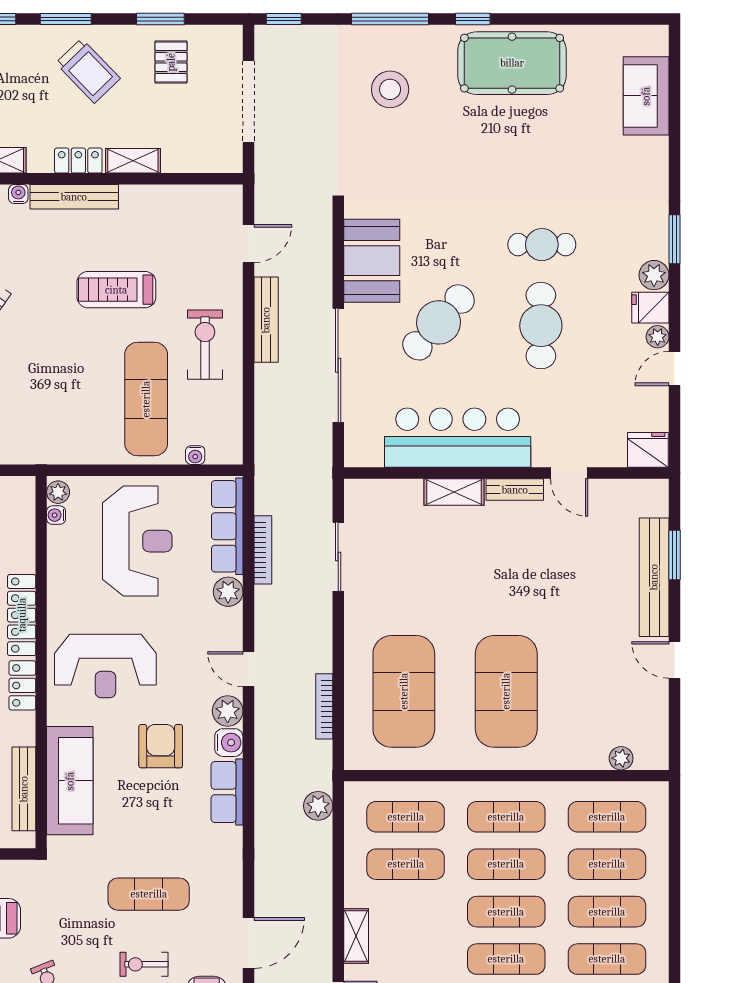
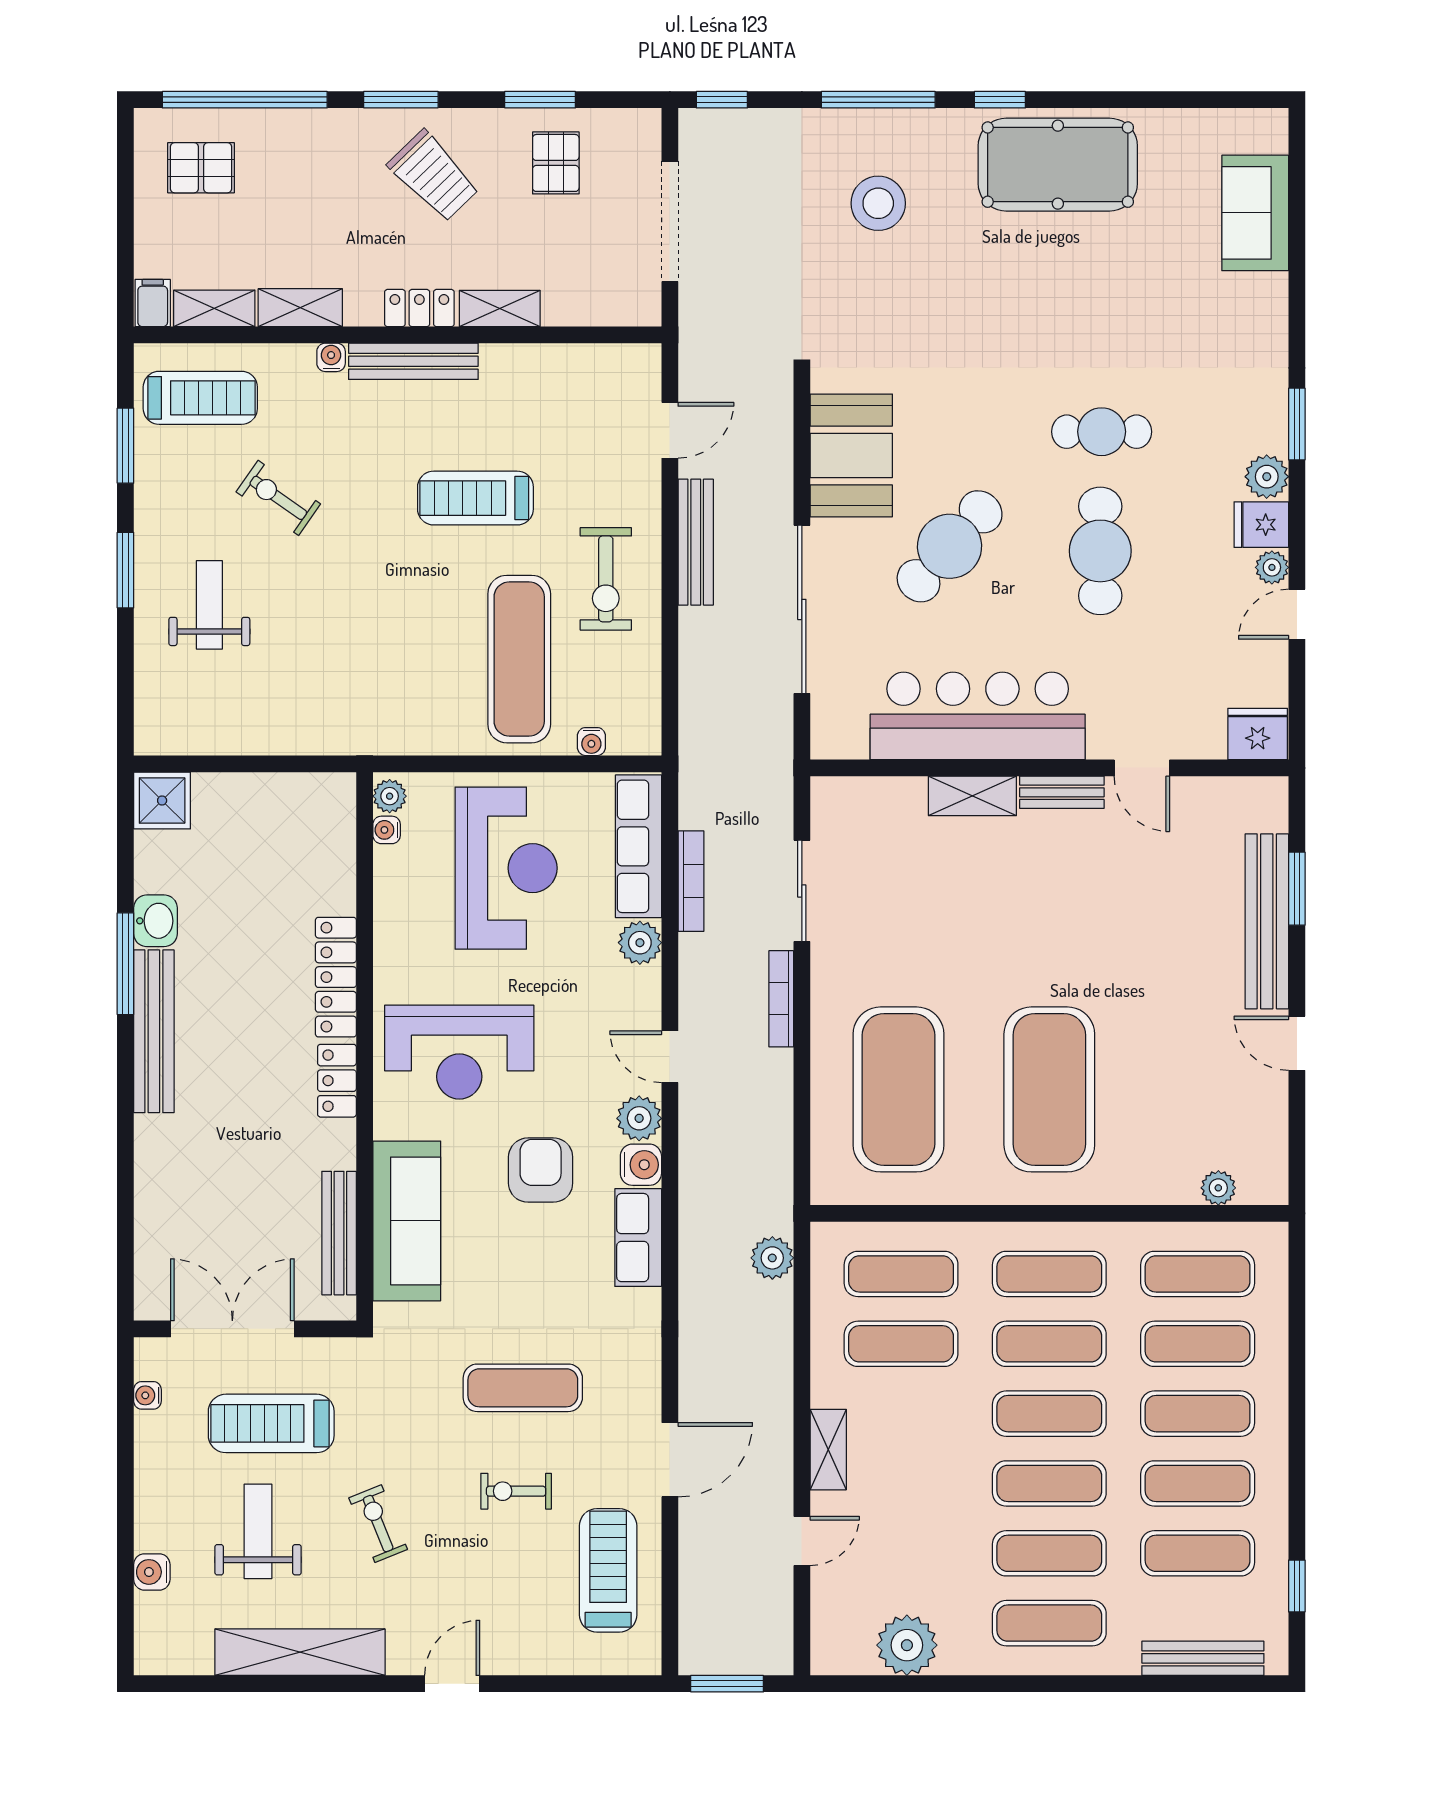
exercise bike: (205, 345) -> (606, 579), turned 180
bookcase: (324, 706) -> (781, 999), moved

